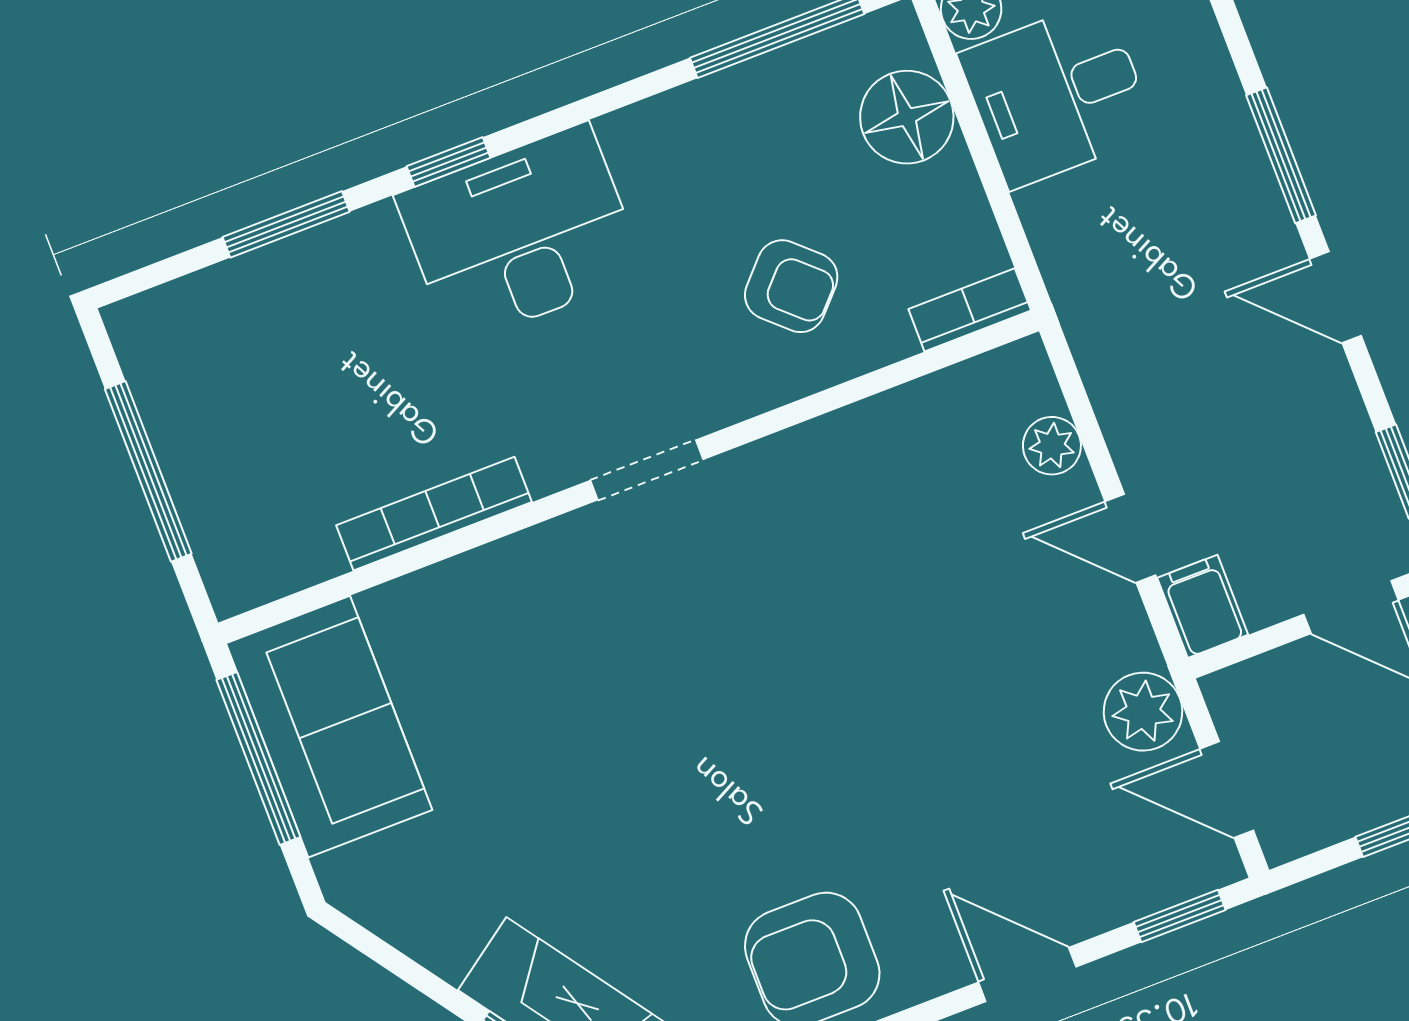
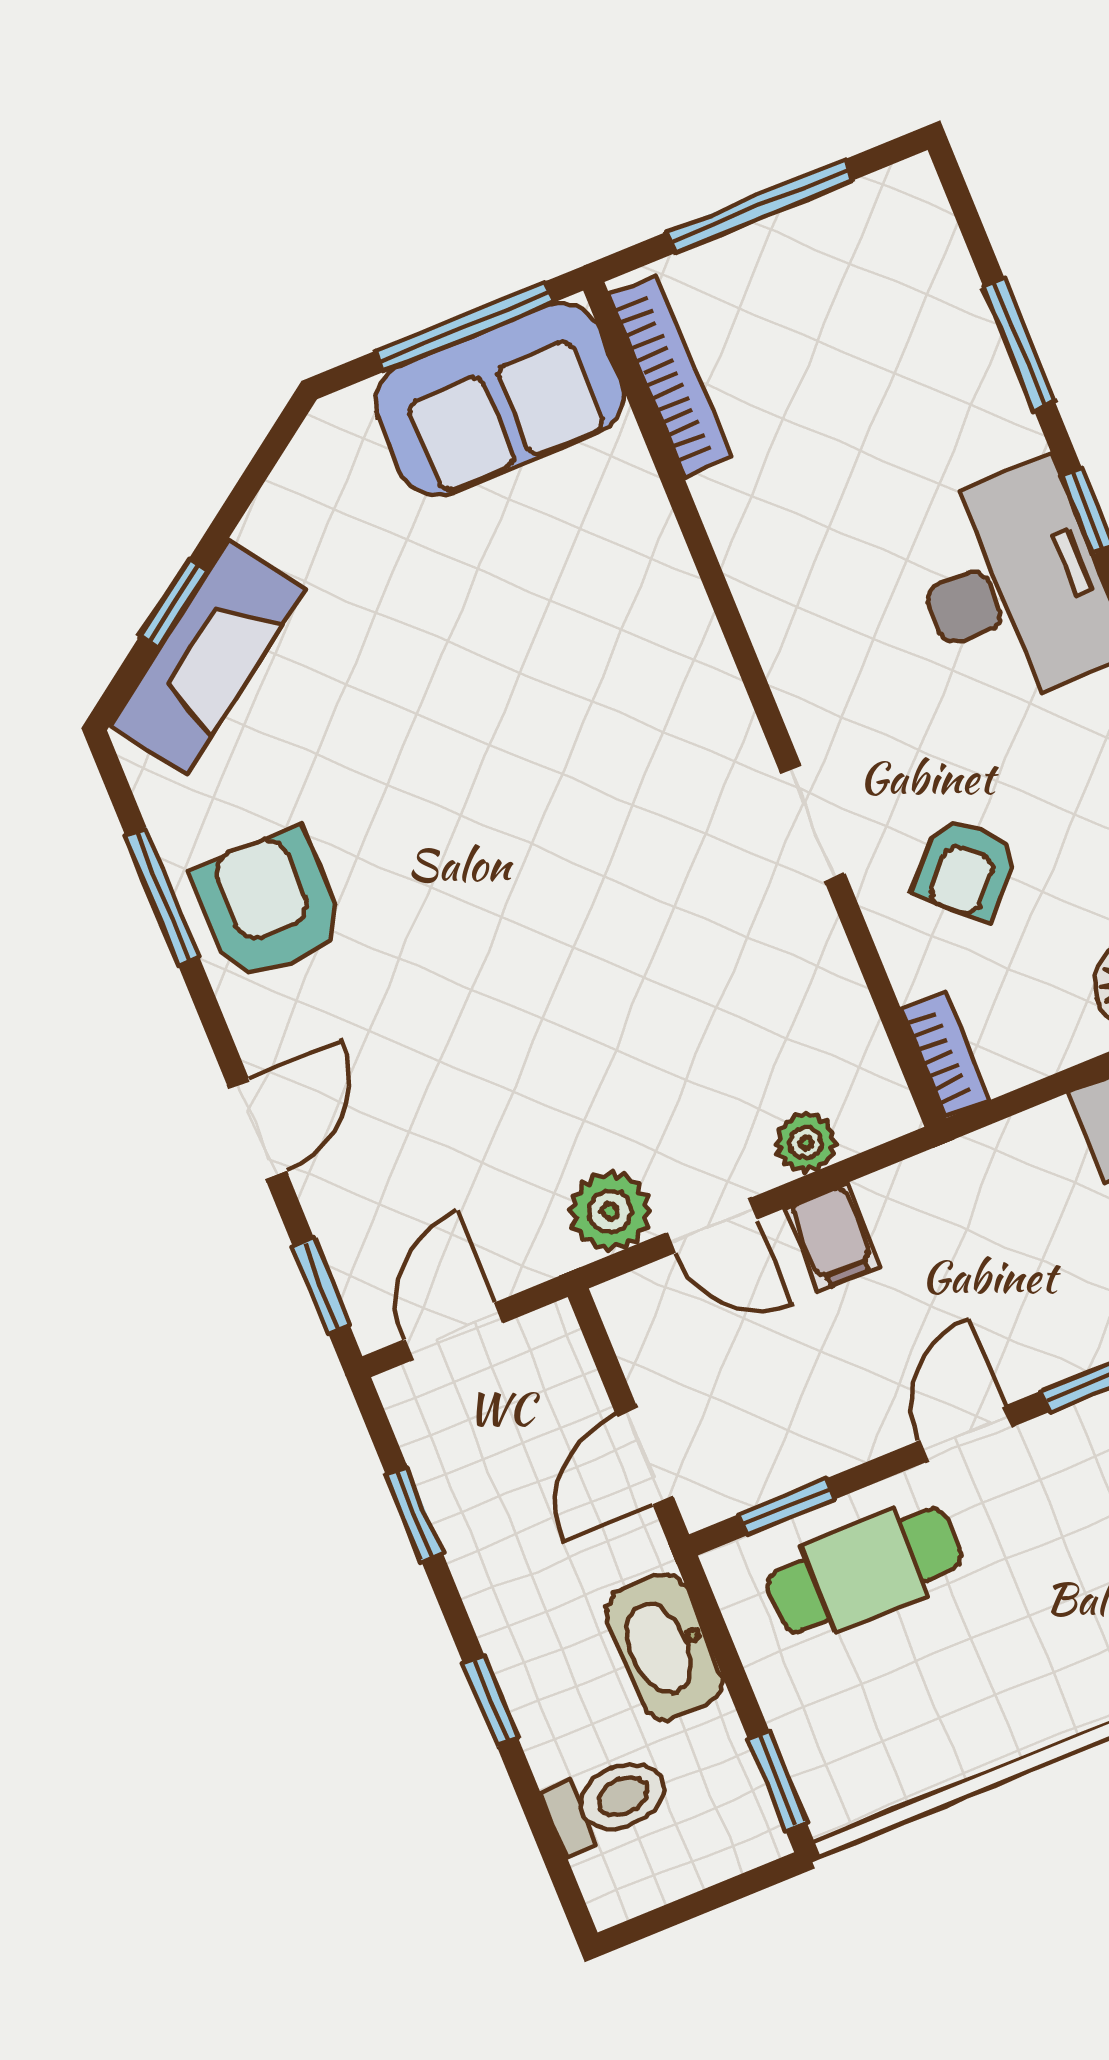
doorway: (647, 470) -> (813, 823), moved
bookcase: (434, 514) -> (670, 376), moved
door: (1130, 538) -> (712, 1226), swing flipped
filing cabinet: (1203, 606) -> (833, 1237), moved, turned 90
plant: (1143, 712) -> (610, 1211), moved

